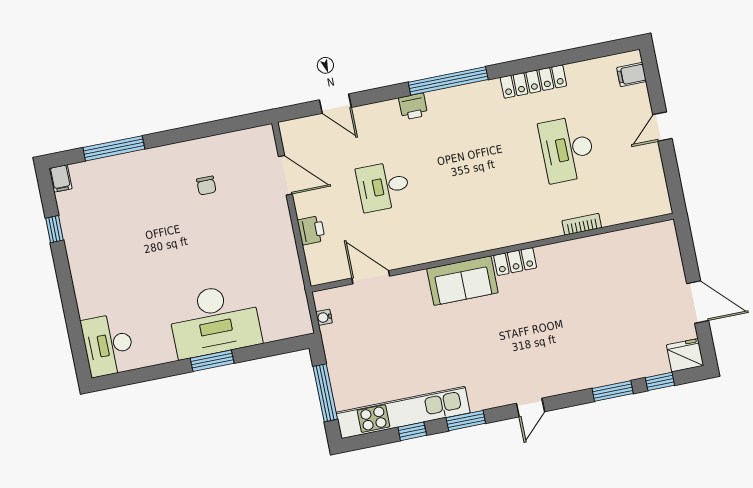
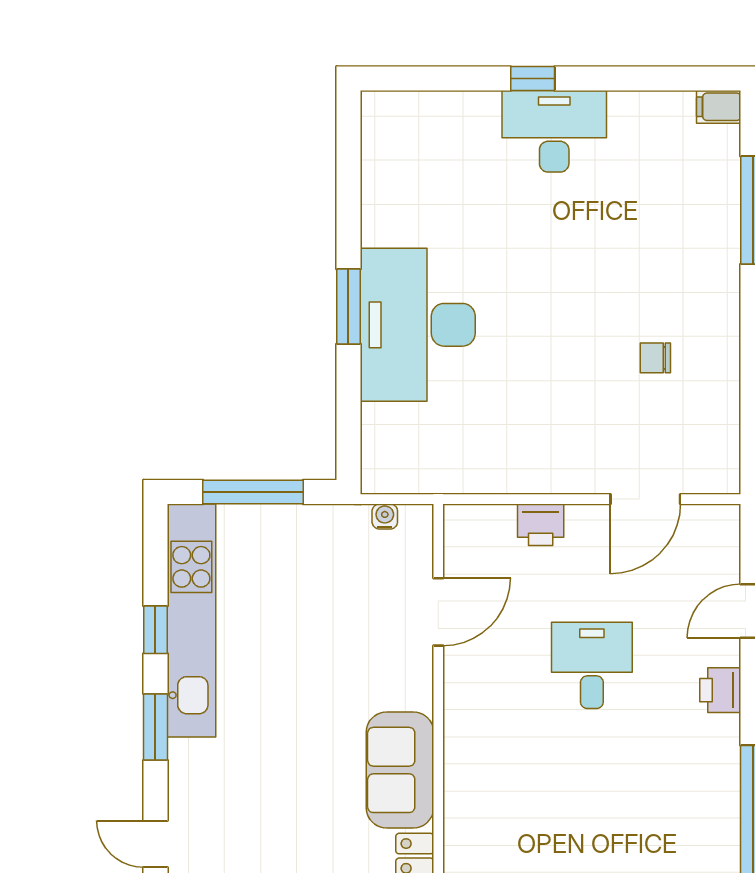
printer: (413, 107) -> (720, 690), moved
window: (55, 229) -> (533, 78), moved
desk: (108, 345) -> (554, 131), moved

